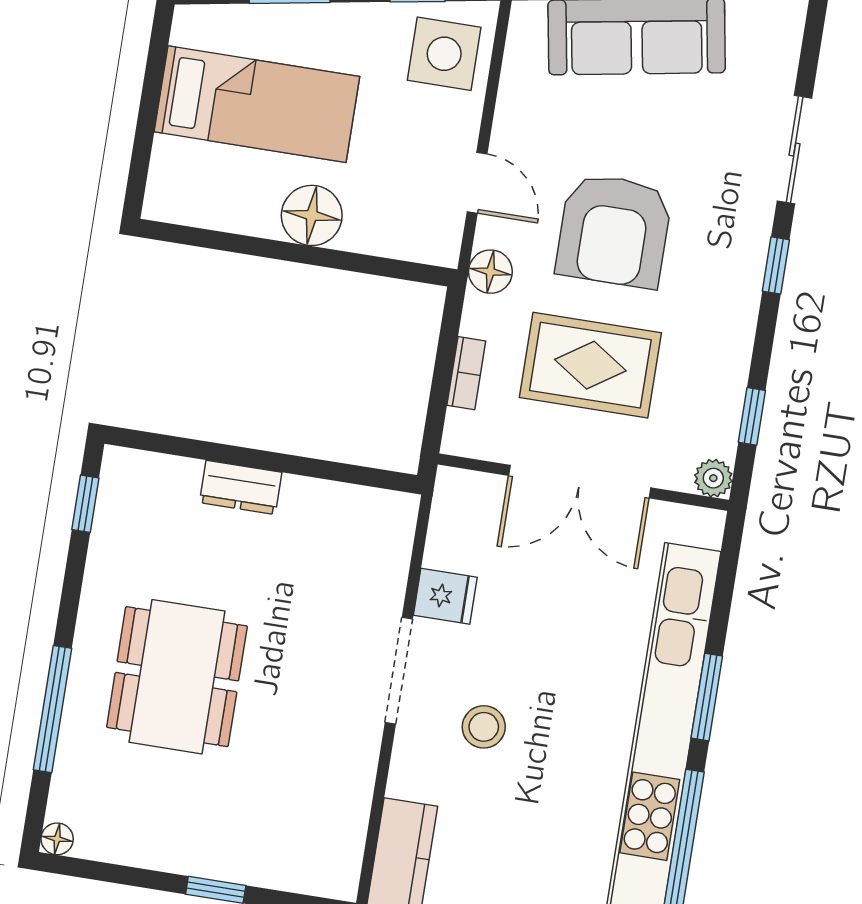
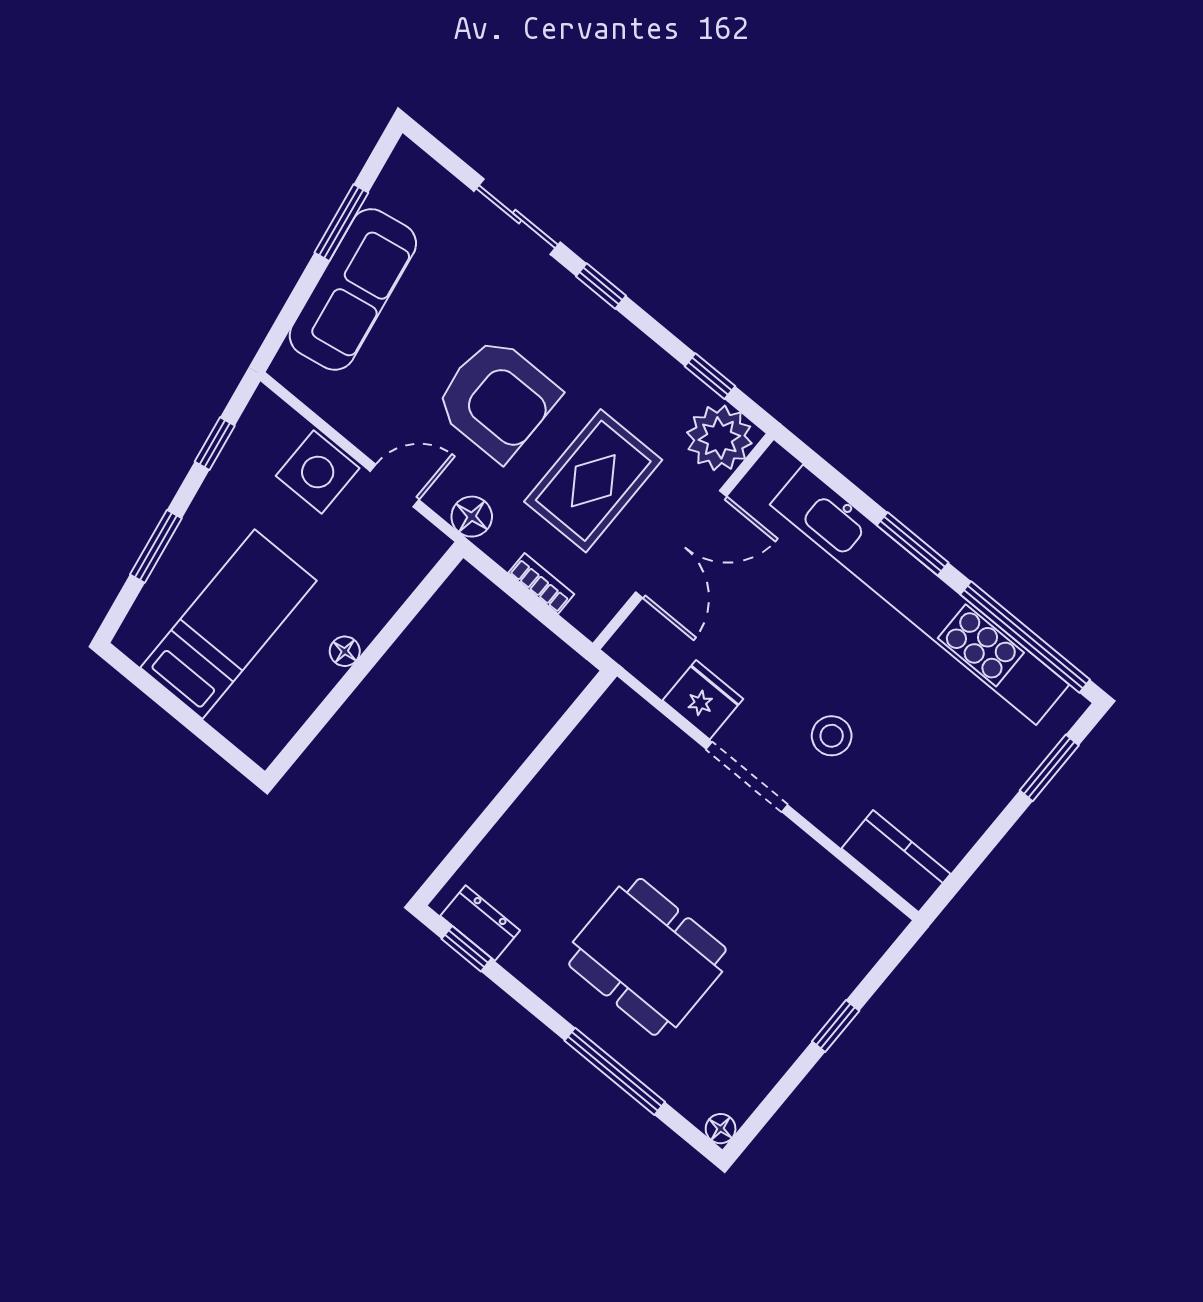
side table: (444, 54) -> (318, 472), moved
floor lamp: (312, 215) -> (345, 651), width x0.53, depth x0.53
plant: (713, 478) -> (719, 438), width x1.88, depth x1.88
dresser: (241, 487) -> (480, 923), moved, turned -90
fridge: (445, 596) -> (703, 700), width x1.38

